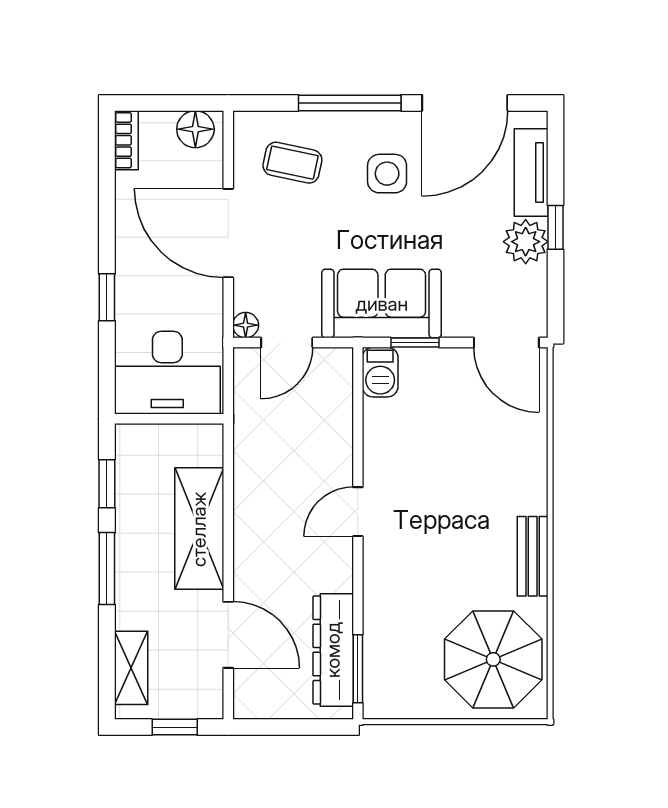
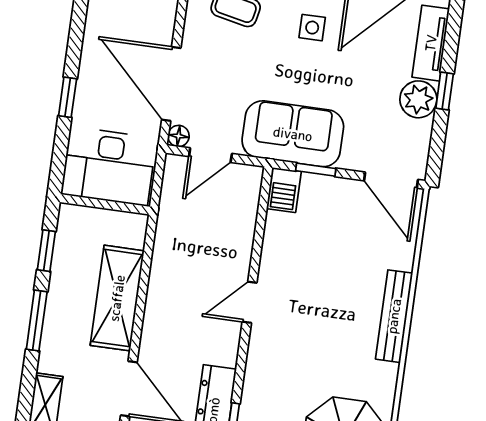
side table: (387, 174) -> (312, 28), width x0.73, depth x0.73
door: (228, 233) -> (171, 84), moved
bench: (533, 556) -> (394, 316), moved, width x1.36

